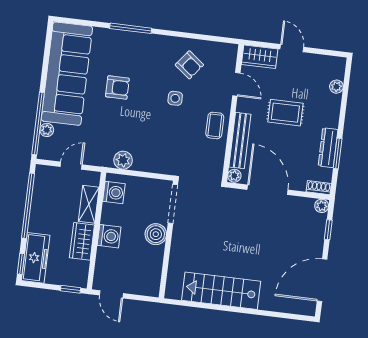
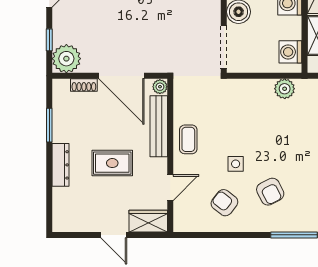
door: (236, 84) -> (170, 188), swing flipped
armchair: (117, 87) -> (270, 192), moved, turned -117
plant: (336, 87) -> (60, 199), removed
dresser: (328, 148) -> (61, 165), moved
shoe rack: (319, 188) -> (84, 85), moved
plant: (322, 206) -> (66, 59), width x1.88, depth x1.88

